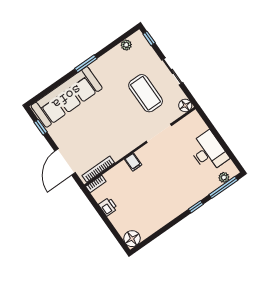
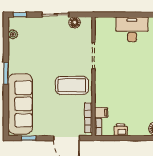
coffee table: (146, 93) -> (72, 85), moved
floor lamp: (185, 105) -> (75, 22), moved
filing cabinet: (133, 162) -> (101, 113), moved

